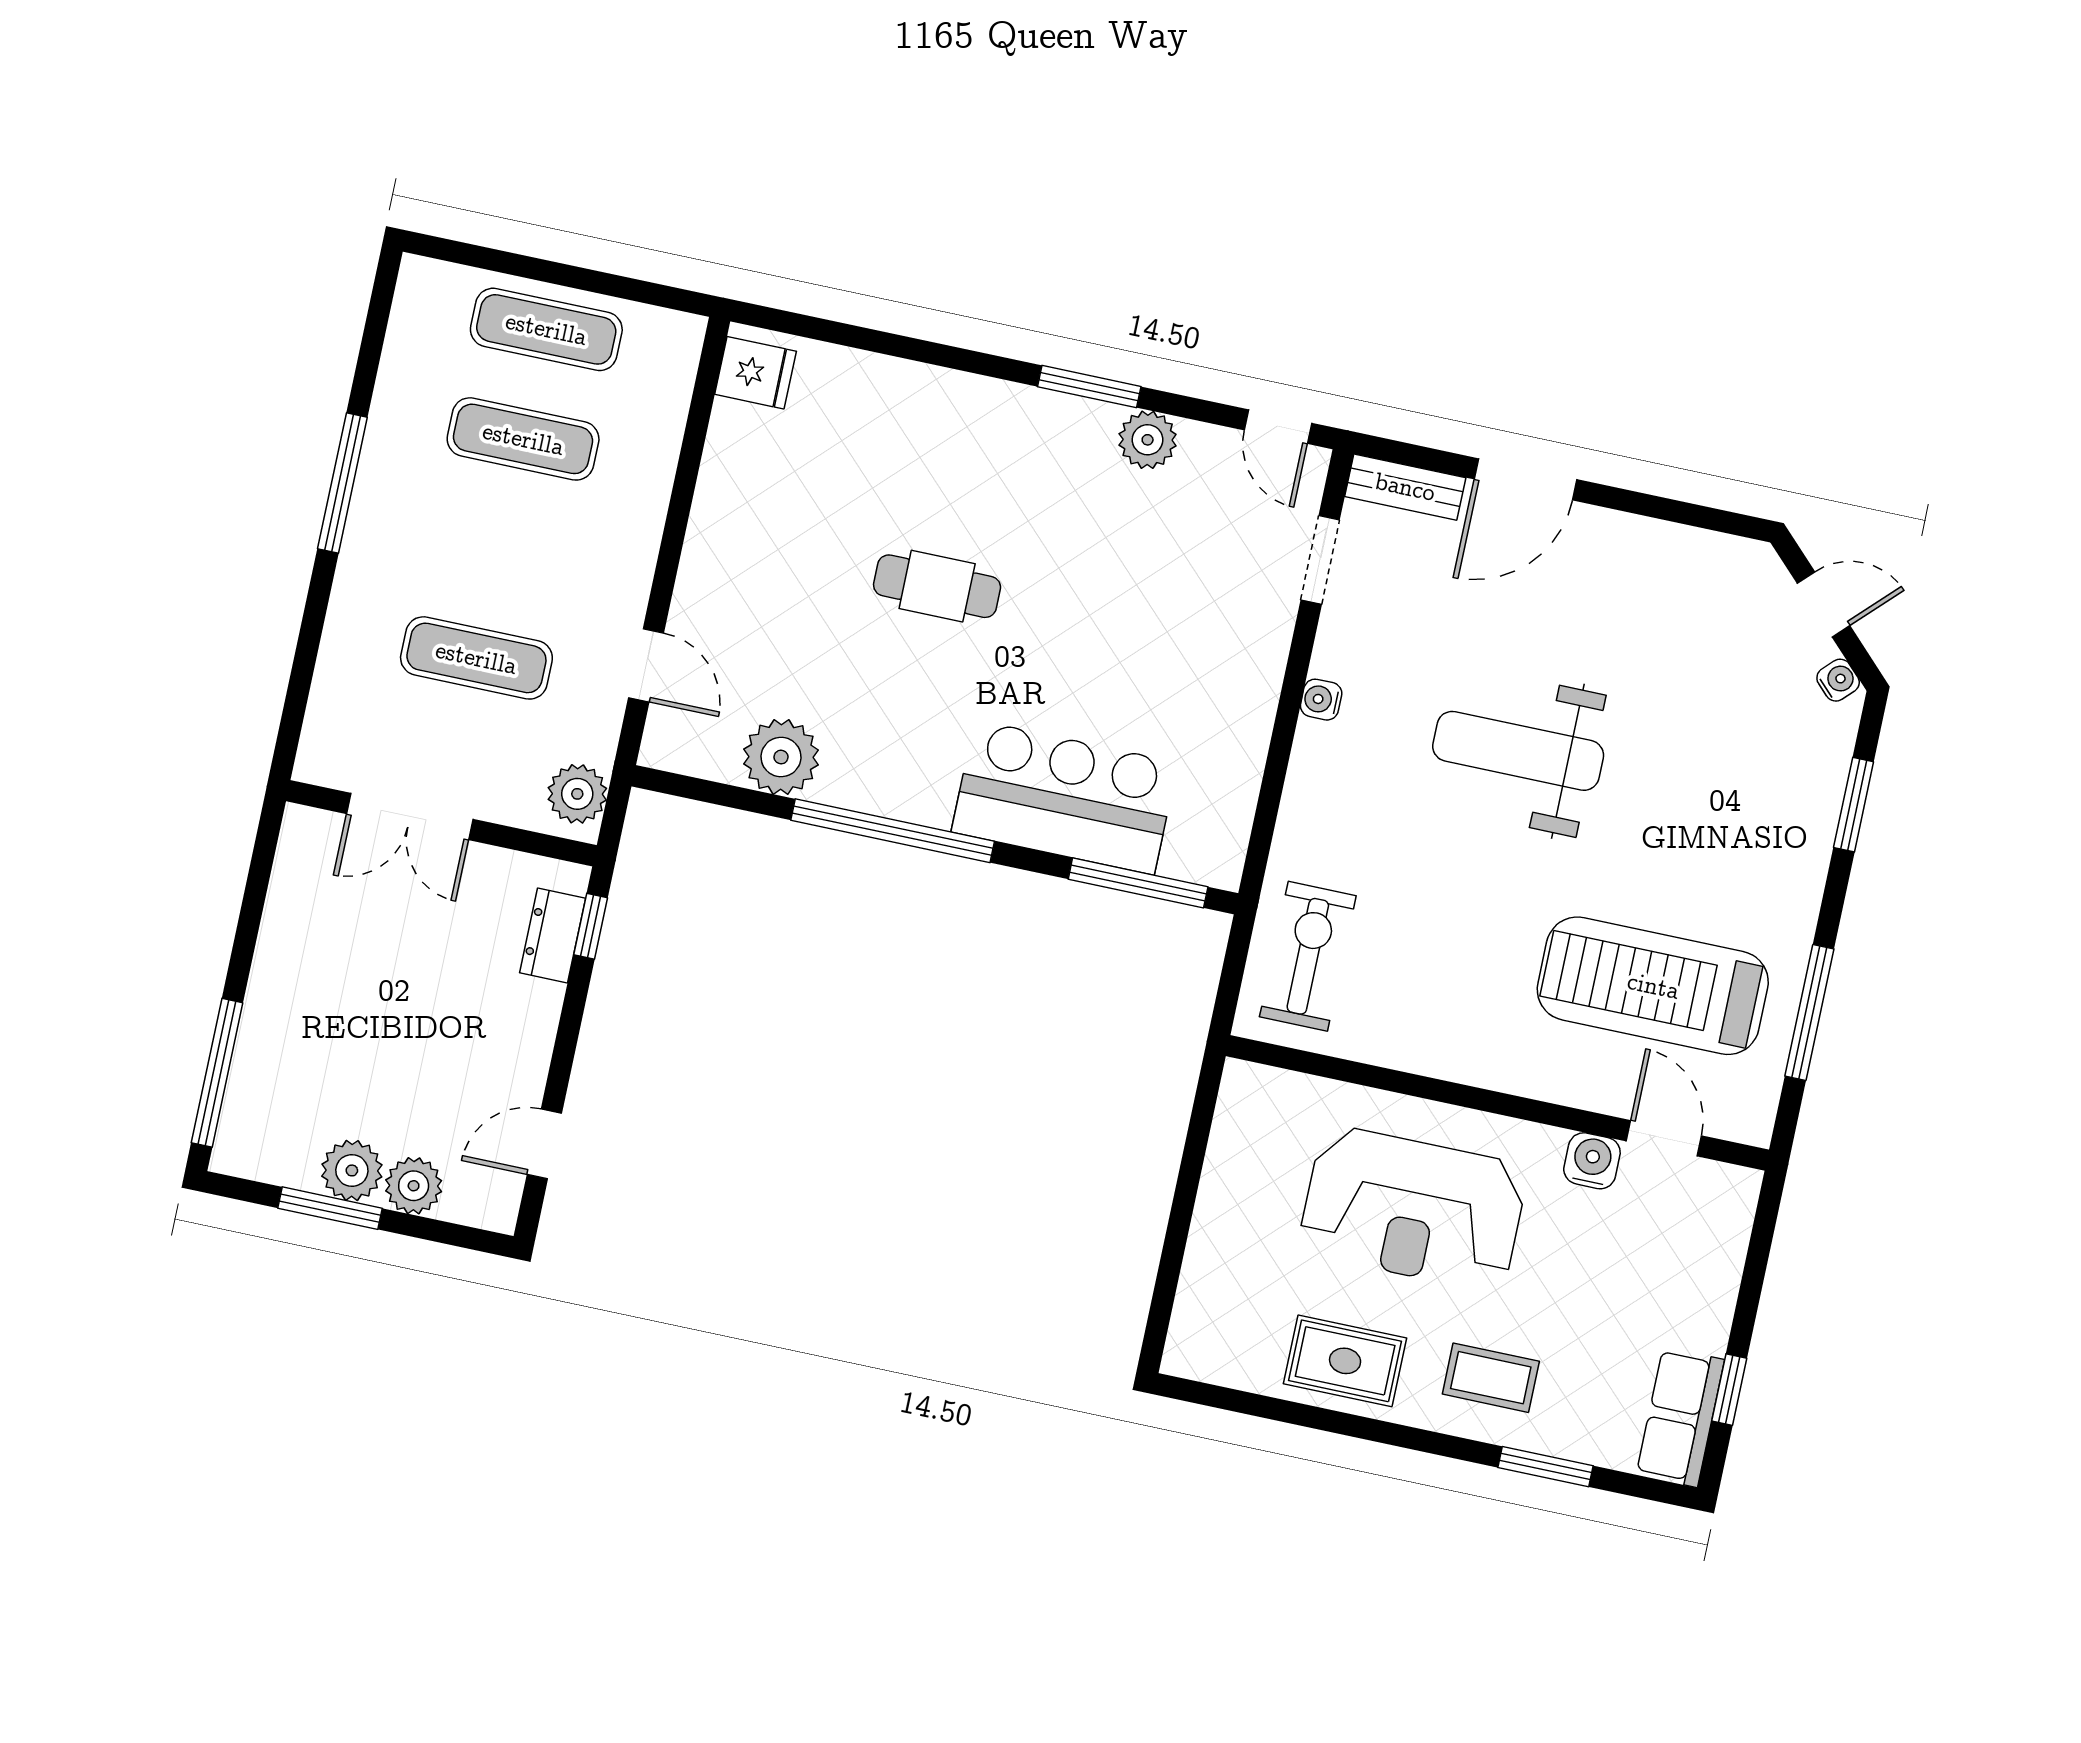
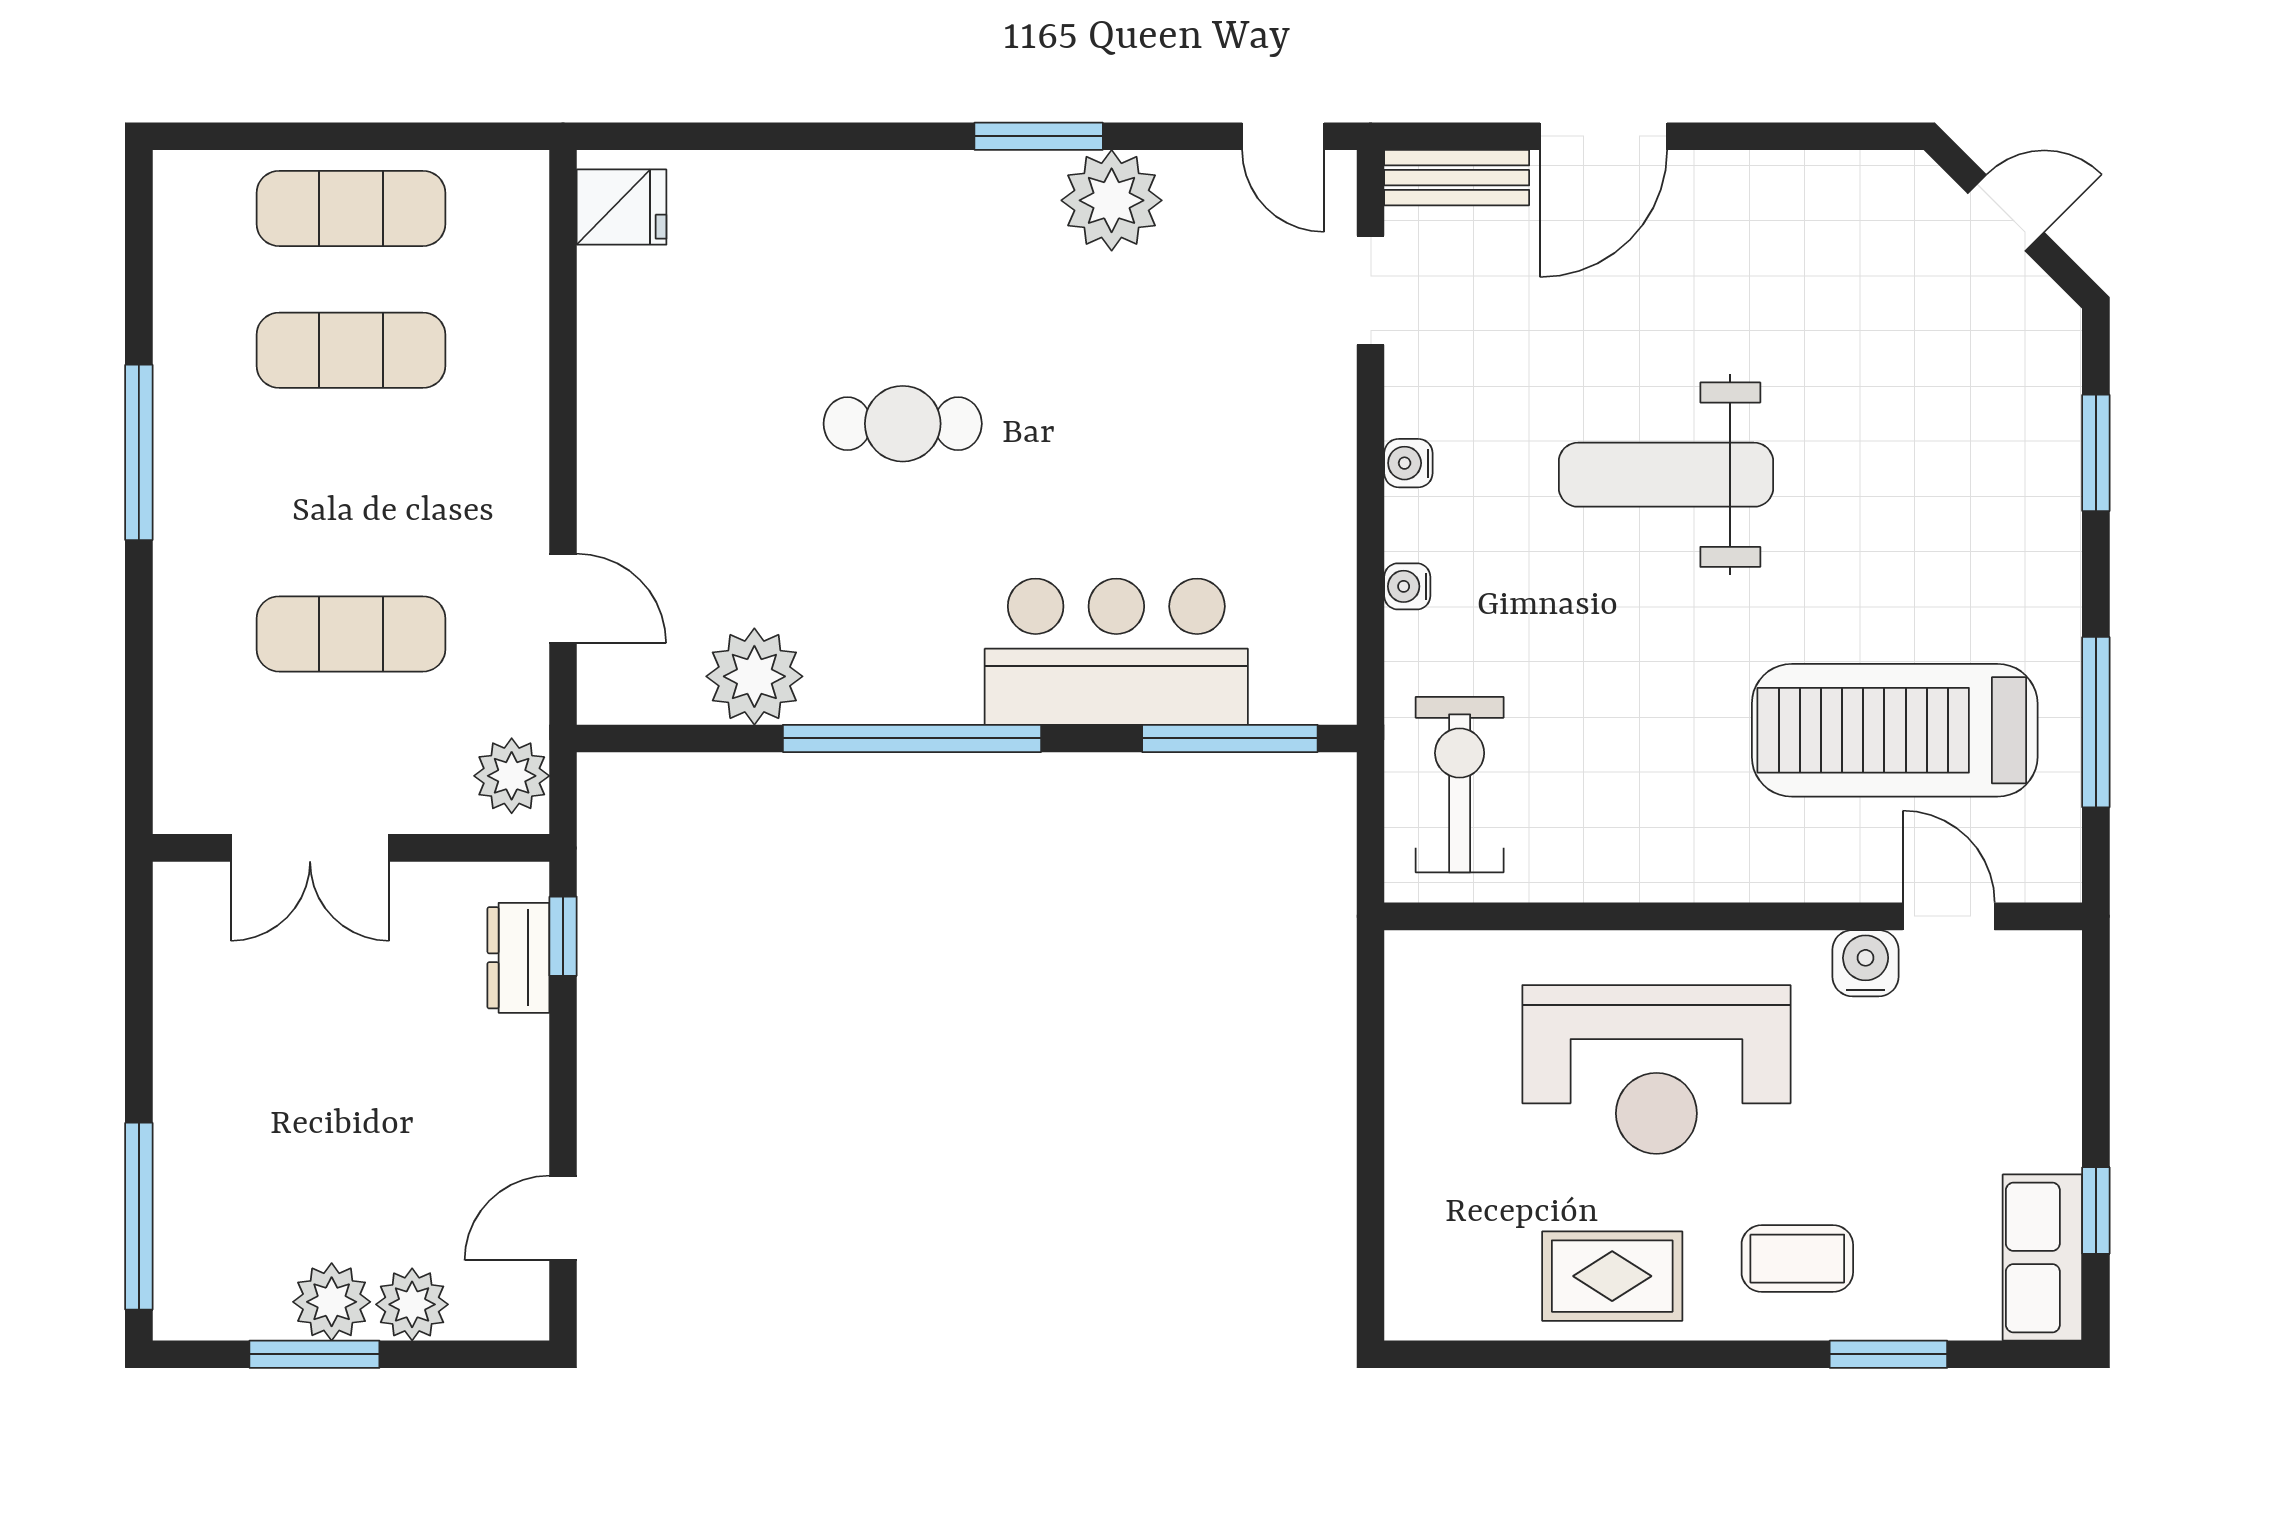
plant: (1148, 440) -> (1112, 200), width x1.36, depth x1.36
water cooler: (1838, 680) -> (1407, 586), moved, turned -135

